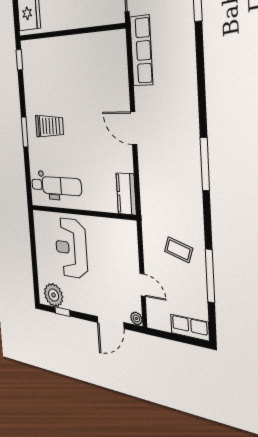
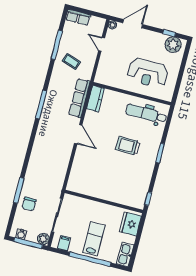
row of seats: (141, 51) -> (79, 98), moved
trolley: (49, 126) -> (128, 146), moved
reception desk: (71, 248) -> (148, 73), turned 90

